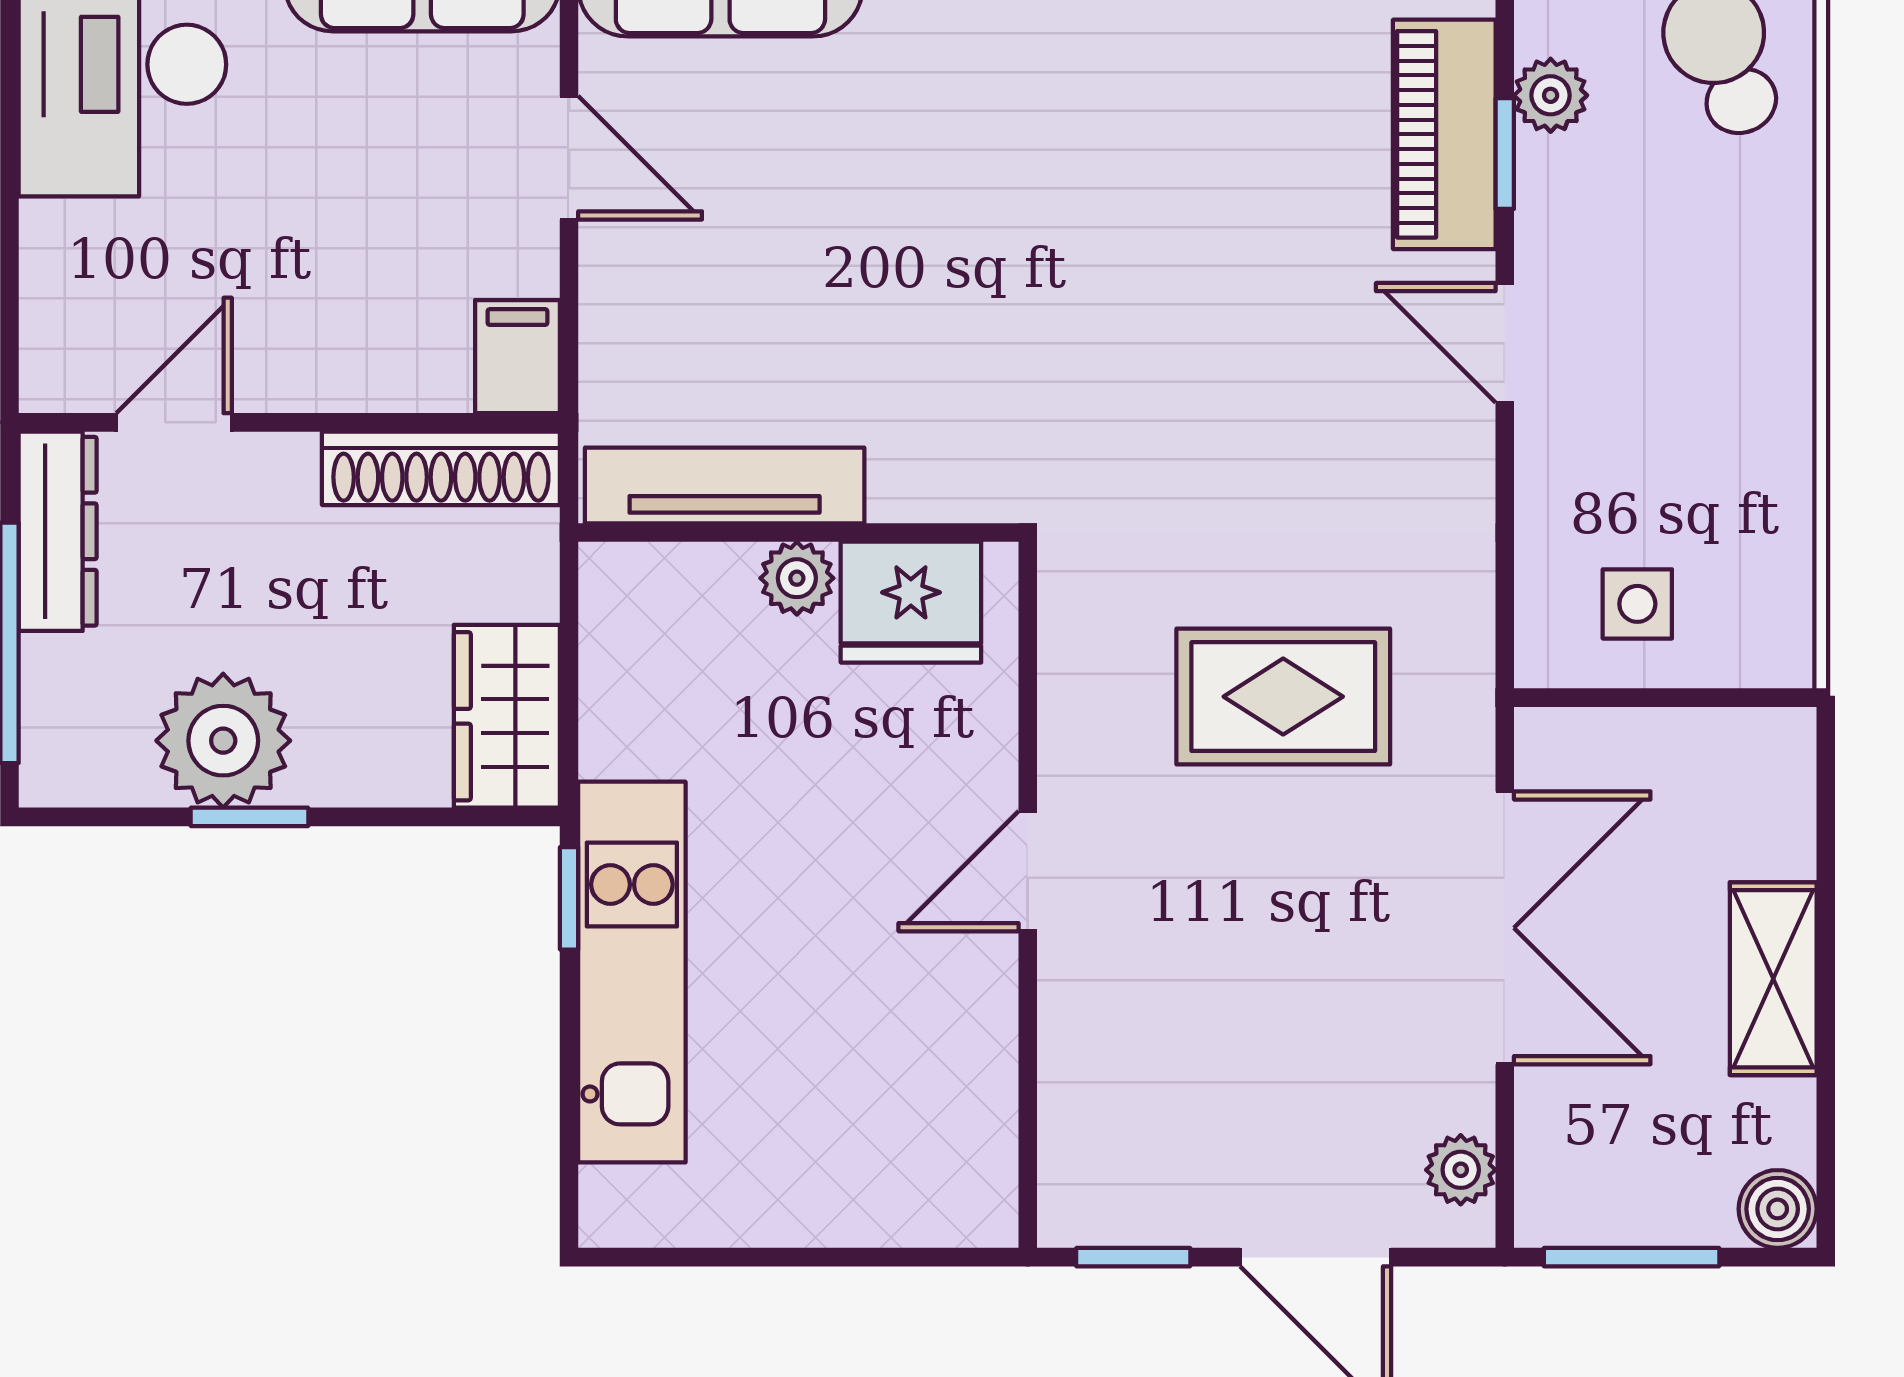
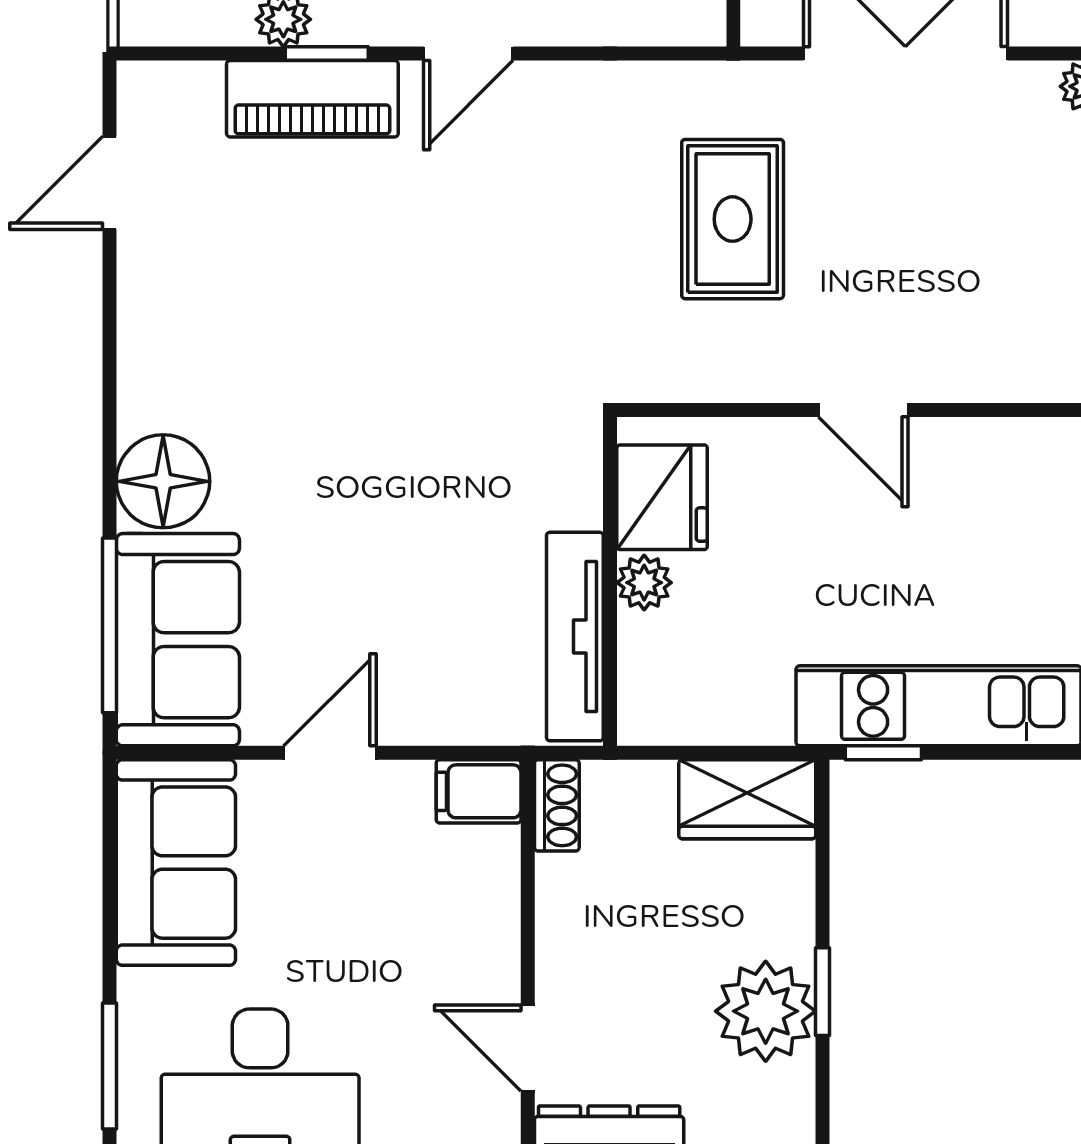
shoe rack: (441, 468) -> (557, 805), width x0.51, depth x0.81

